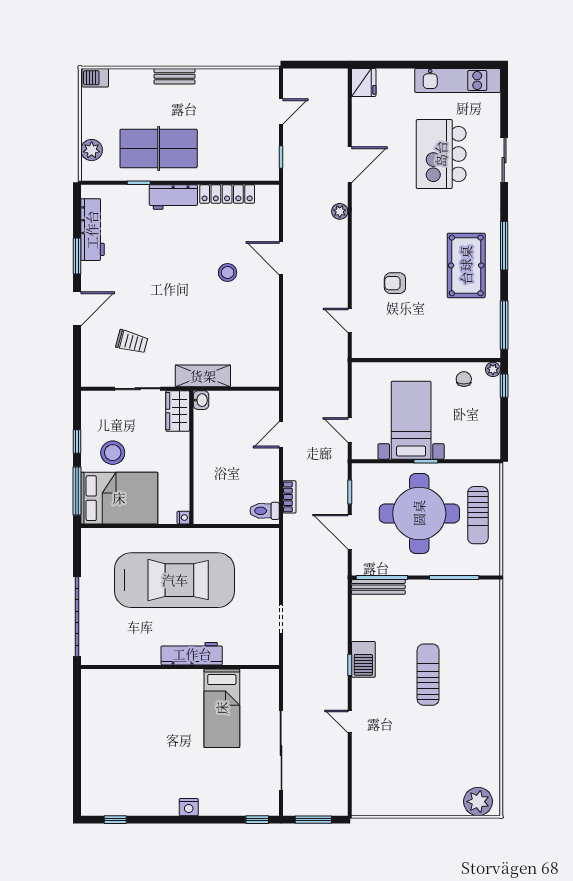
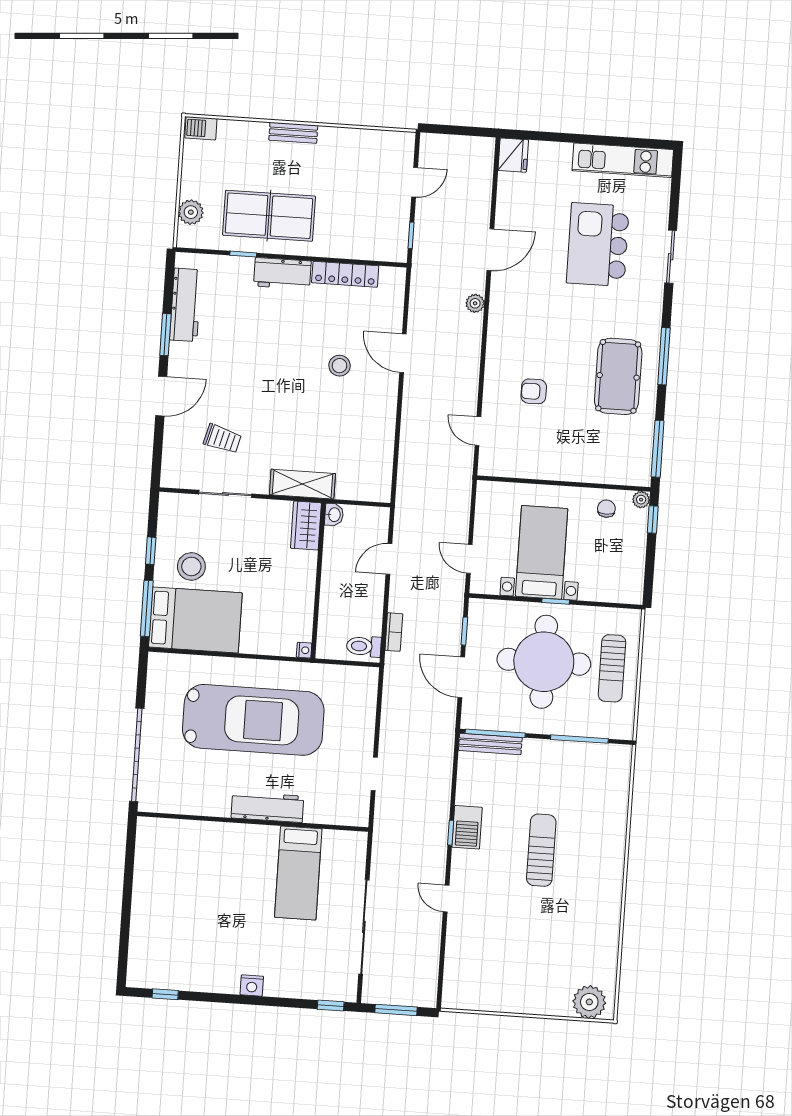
washbasin: (201, 400) -> (334, 515), moved
wardrobe: (178, 411) -> (306, 526), moved
wall: (191, 457) -> (318, 581), moved
nightstand: (183, 518) -> (304, 650), moved

